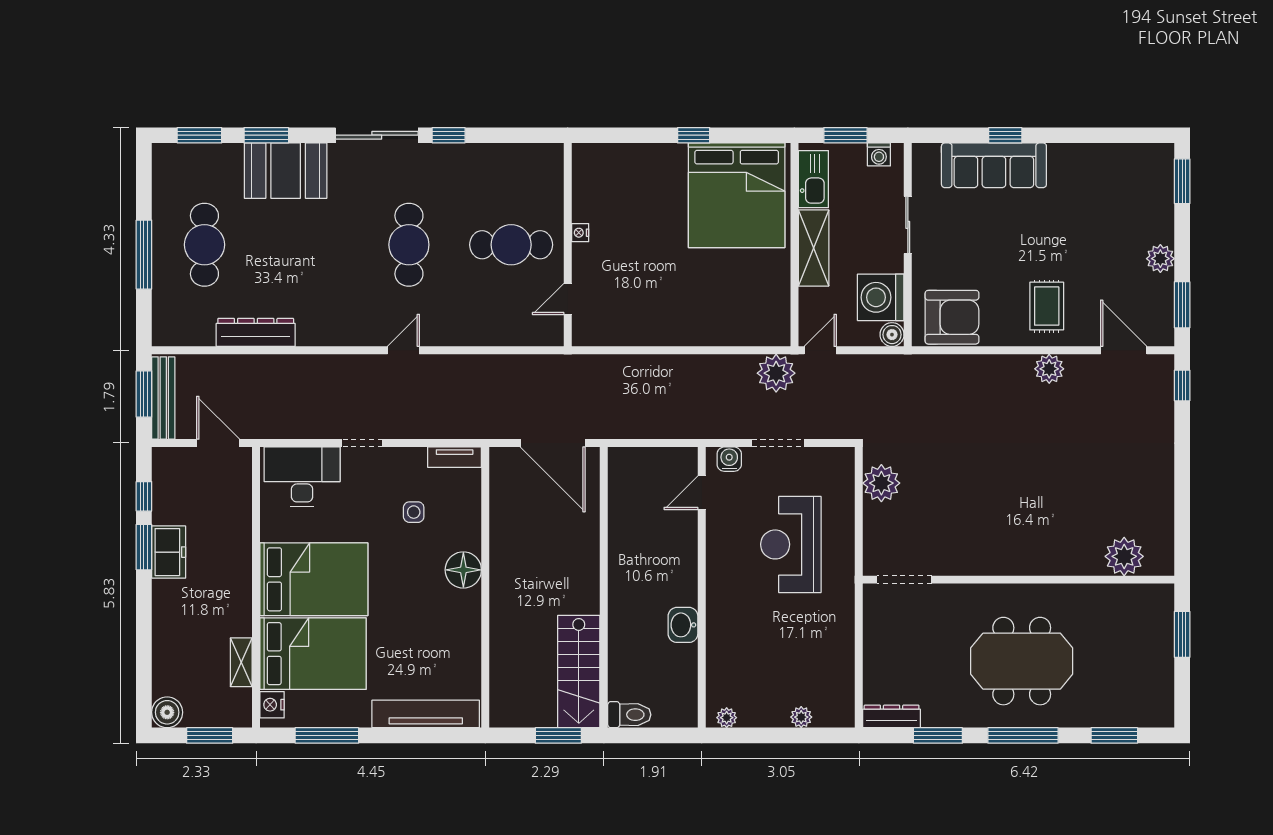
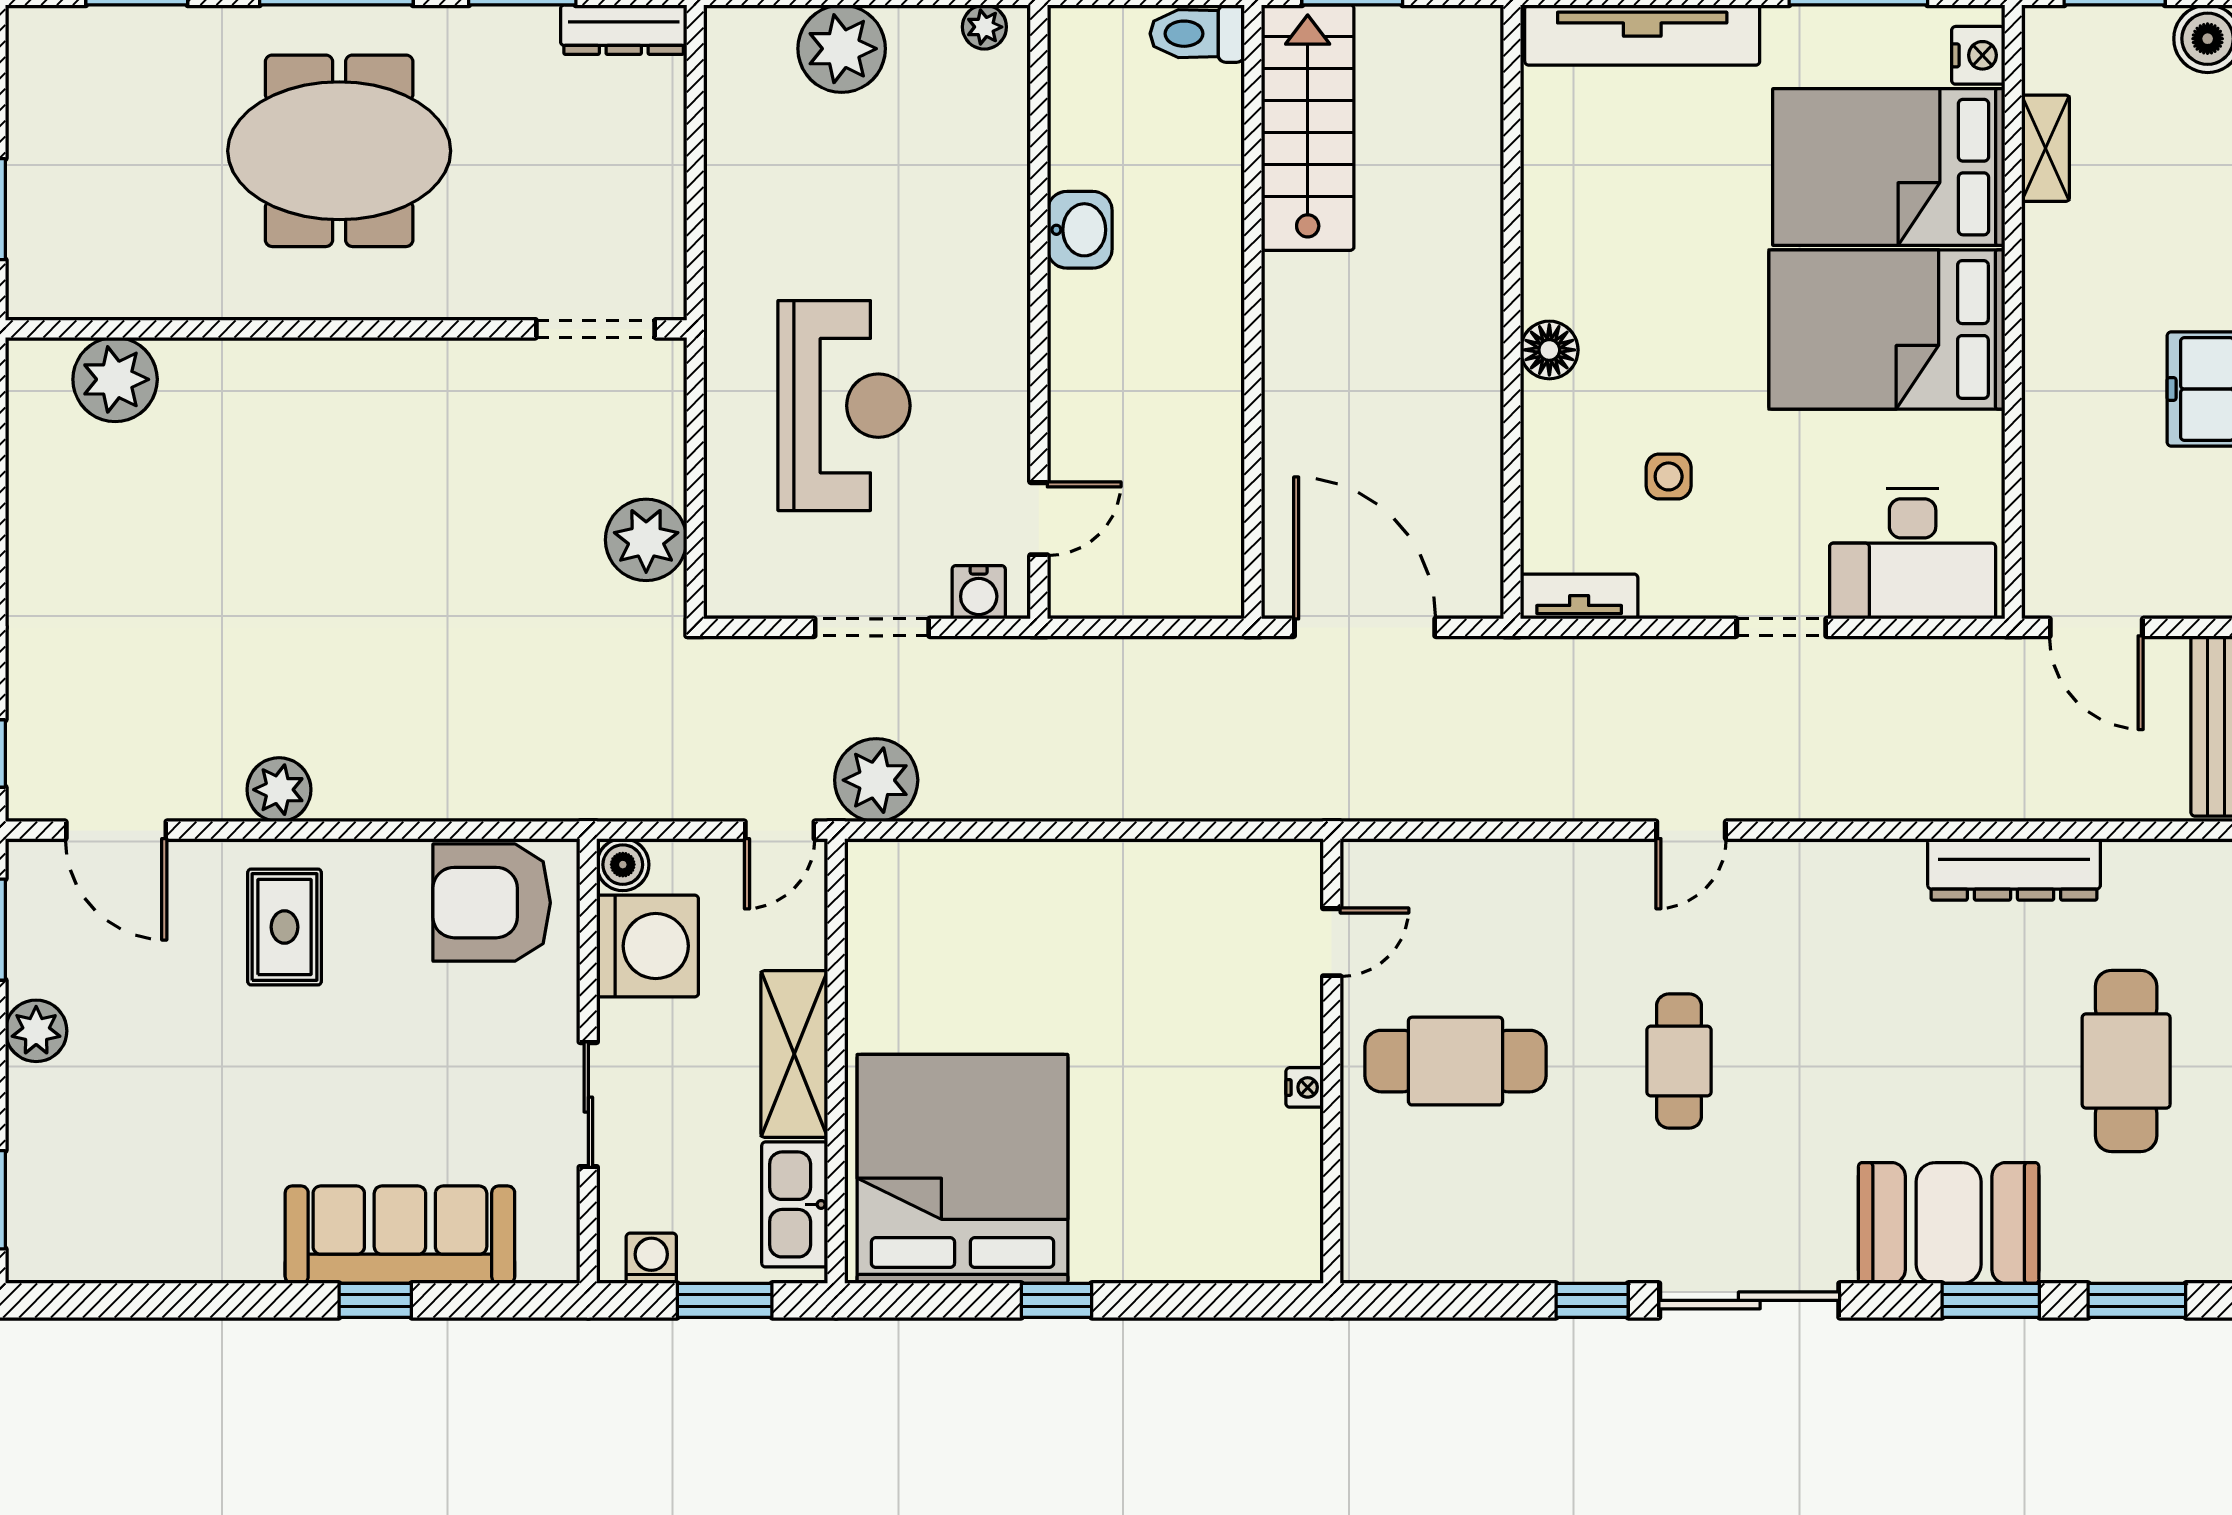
cafe table: (409, 245) -> (1679, 1061), width x0.73, depth x0.74
floor lamp: (463, 570) -> (1549, 350), width x0.73, depth x0.73
plant: (801, 717) -> (842, 49), width x1.88, depth x1.88

